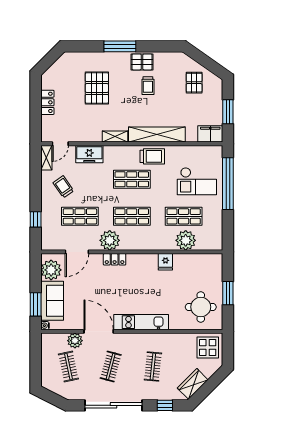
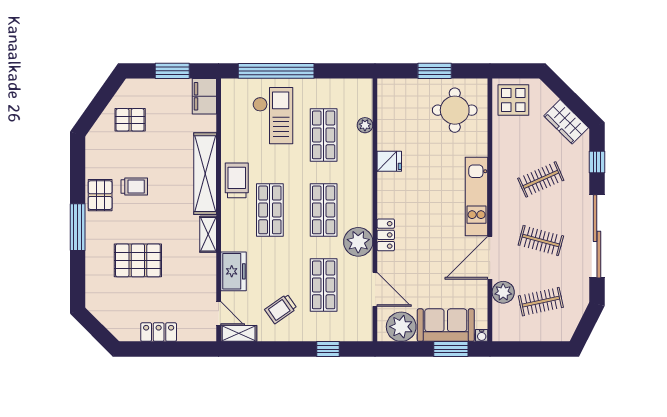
plant: (186, 240) -> (365, 125), width x0.53, depth x0.53
clothes rail: (153, 366) -> (541, 179), turned -30

